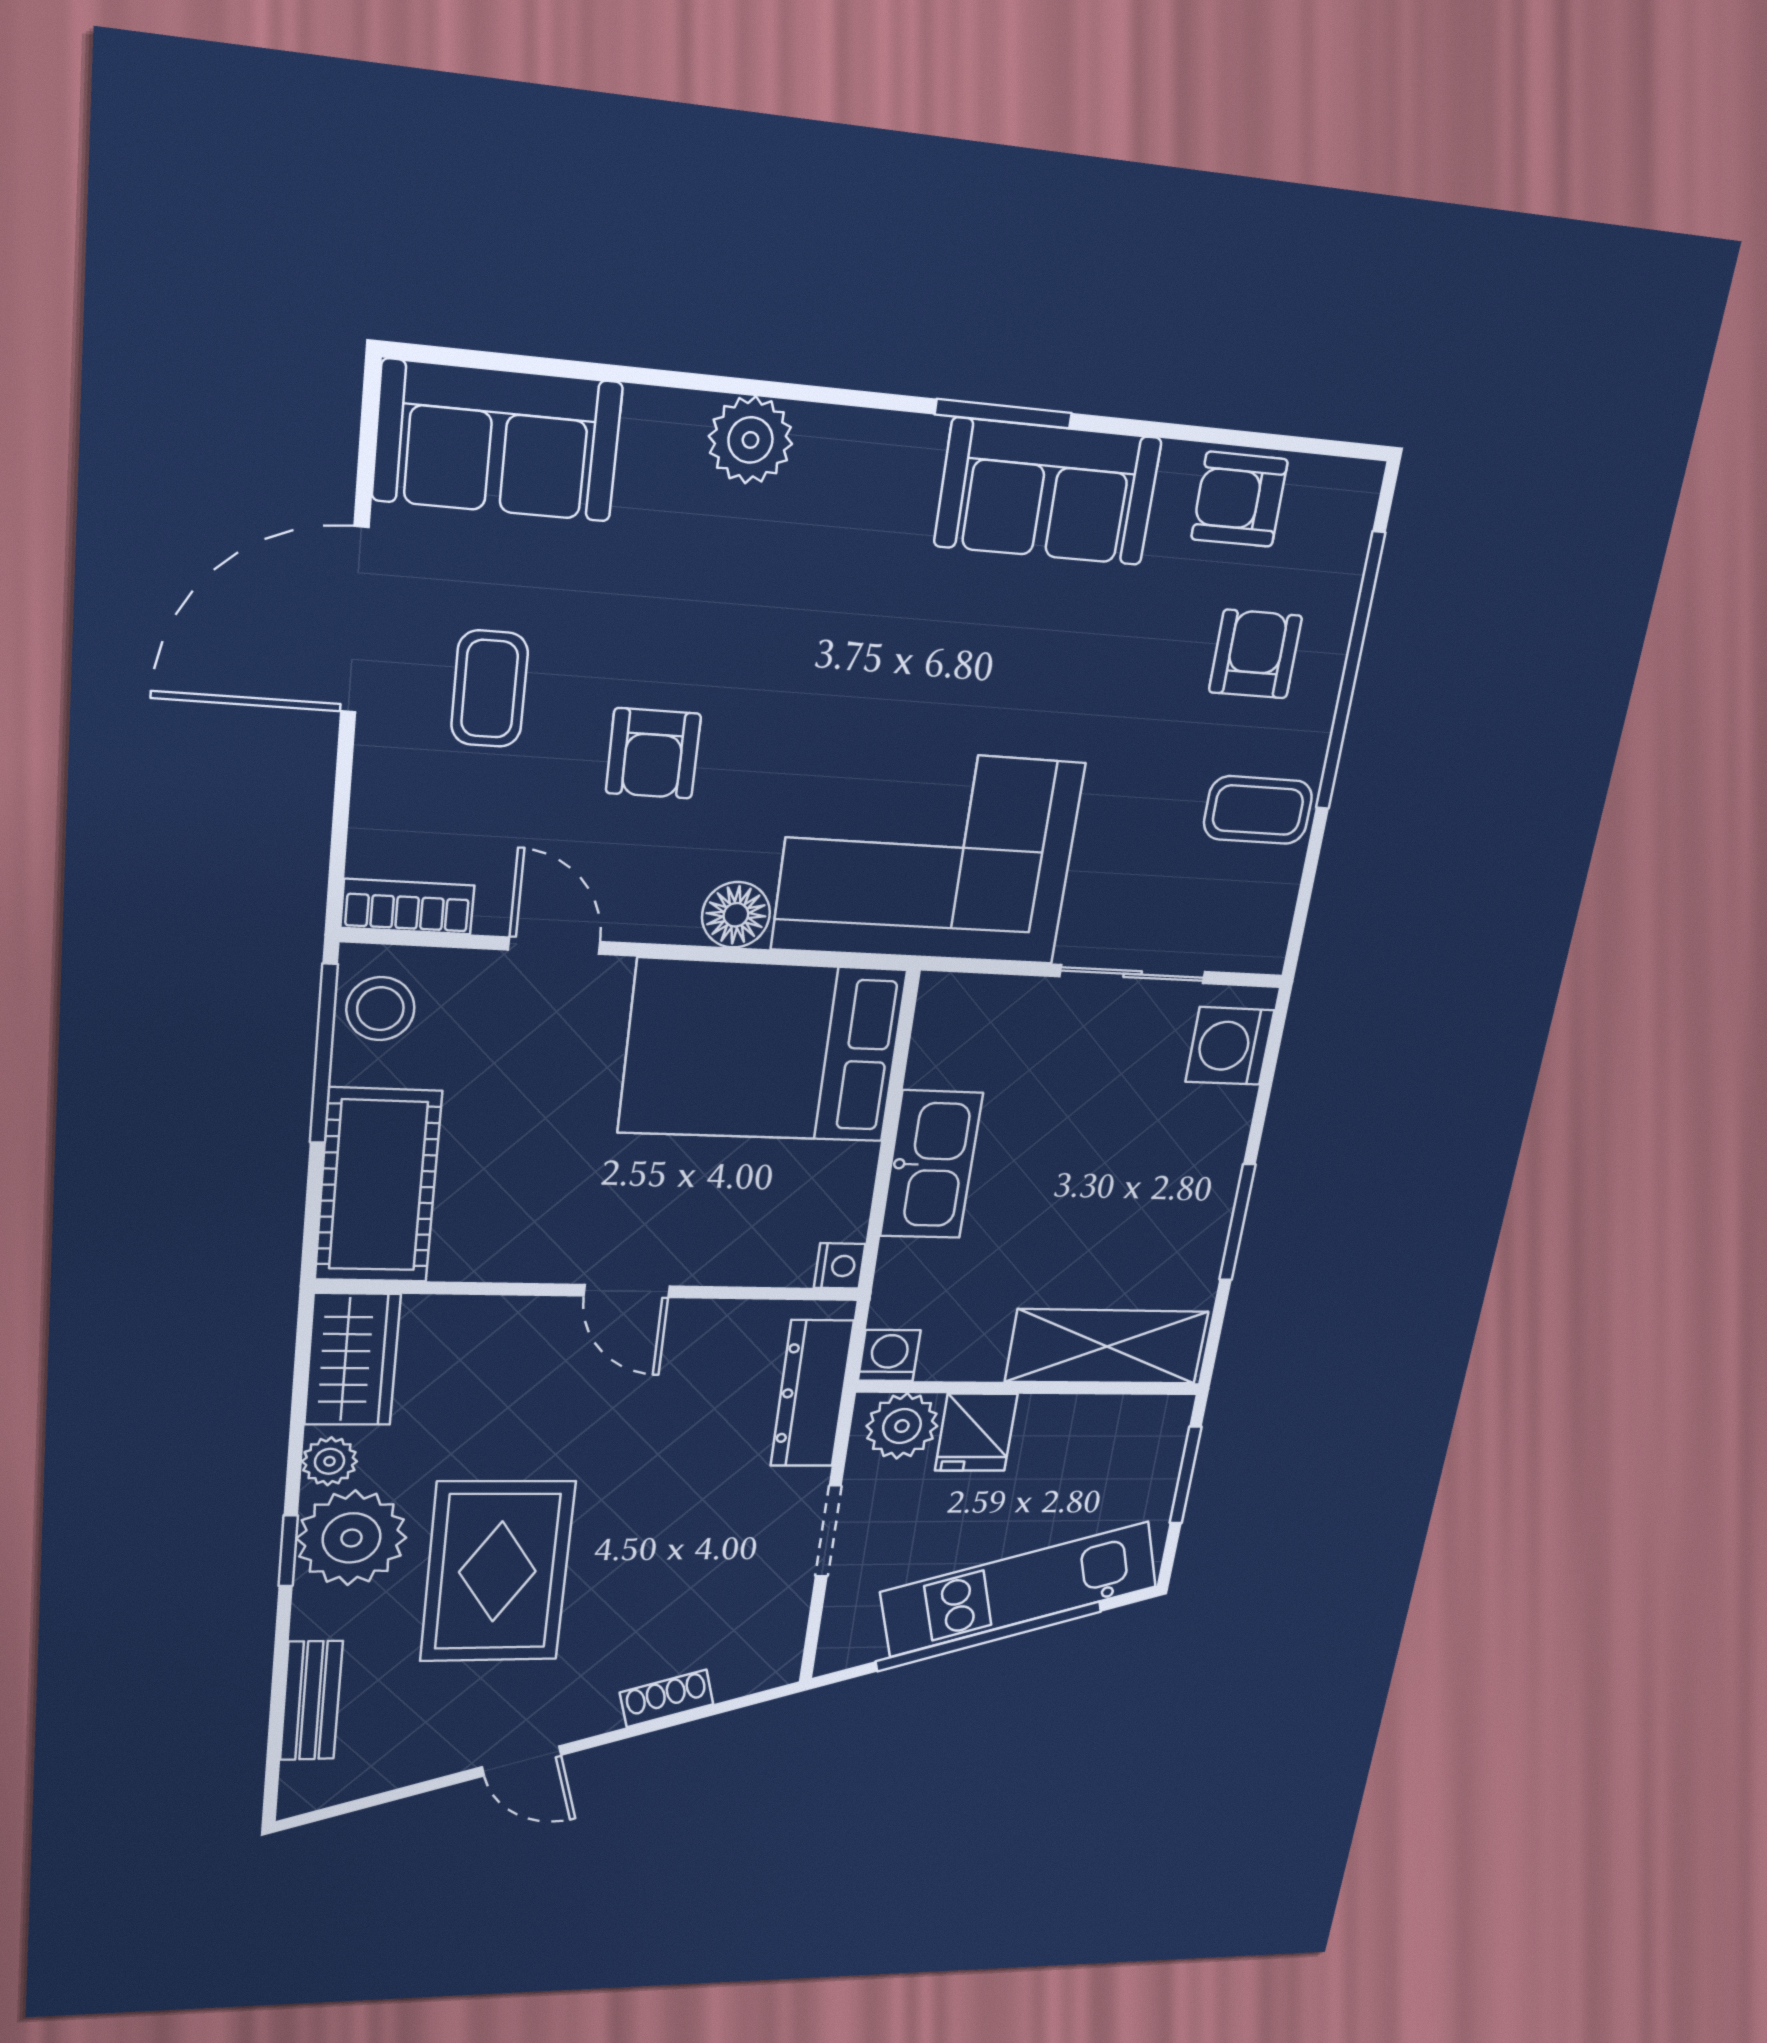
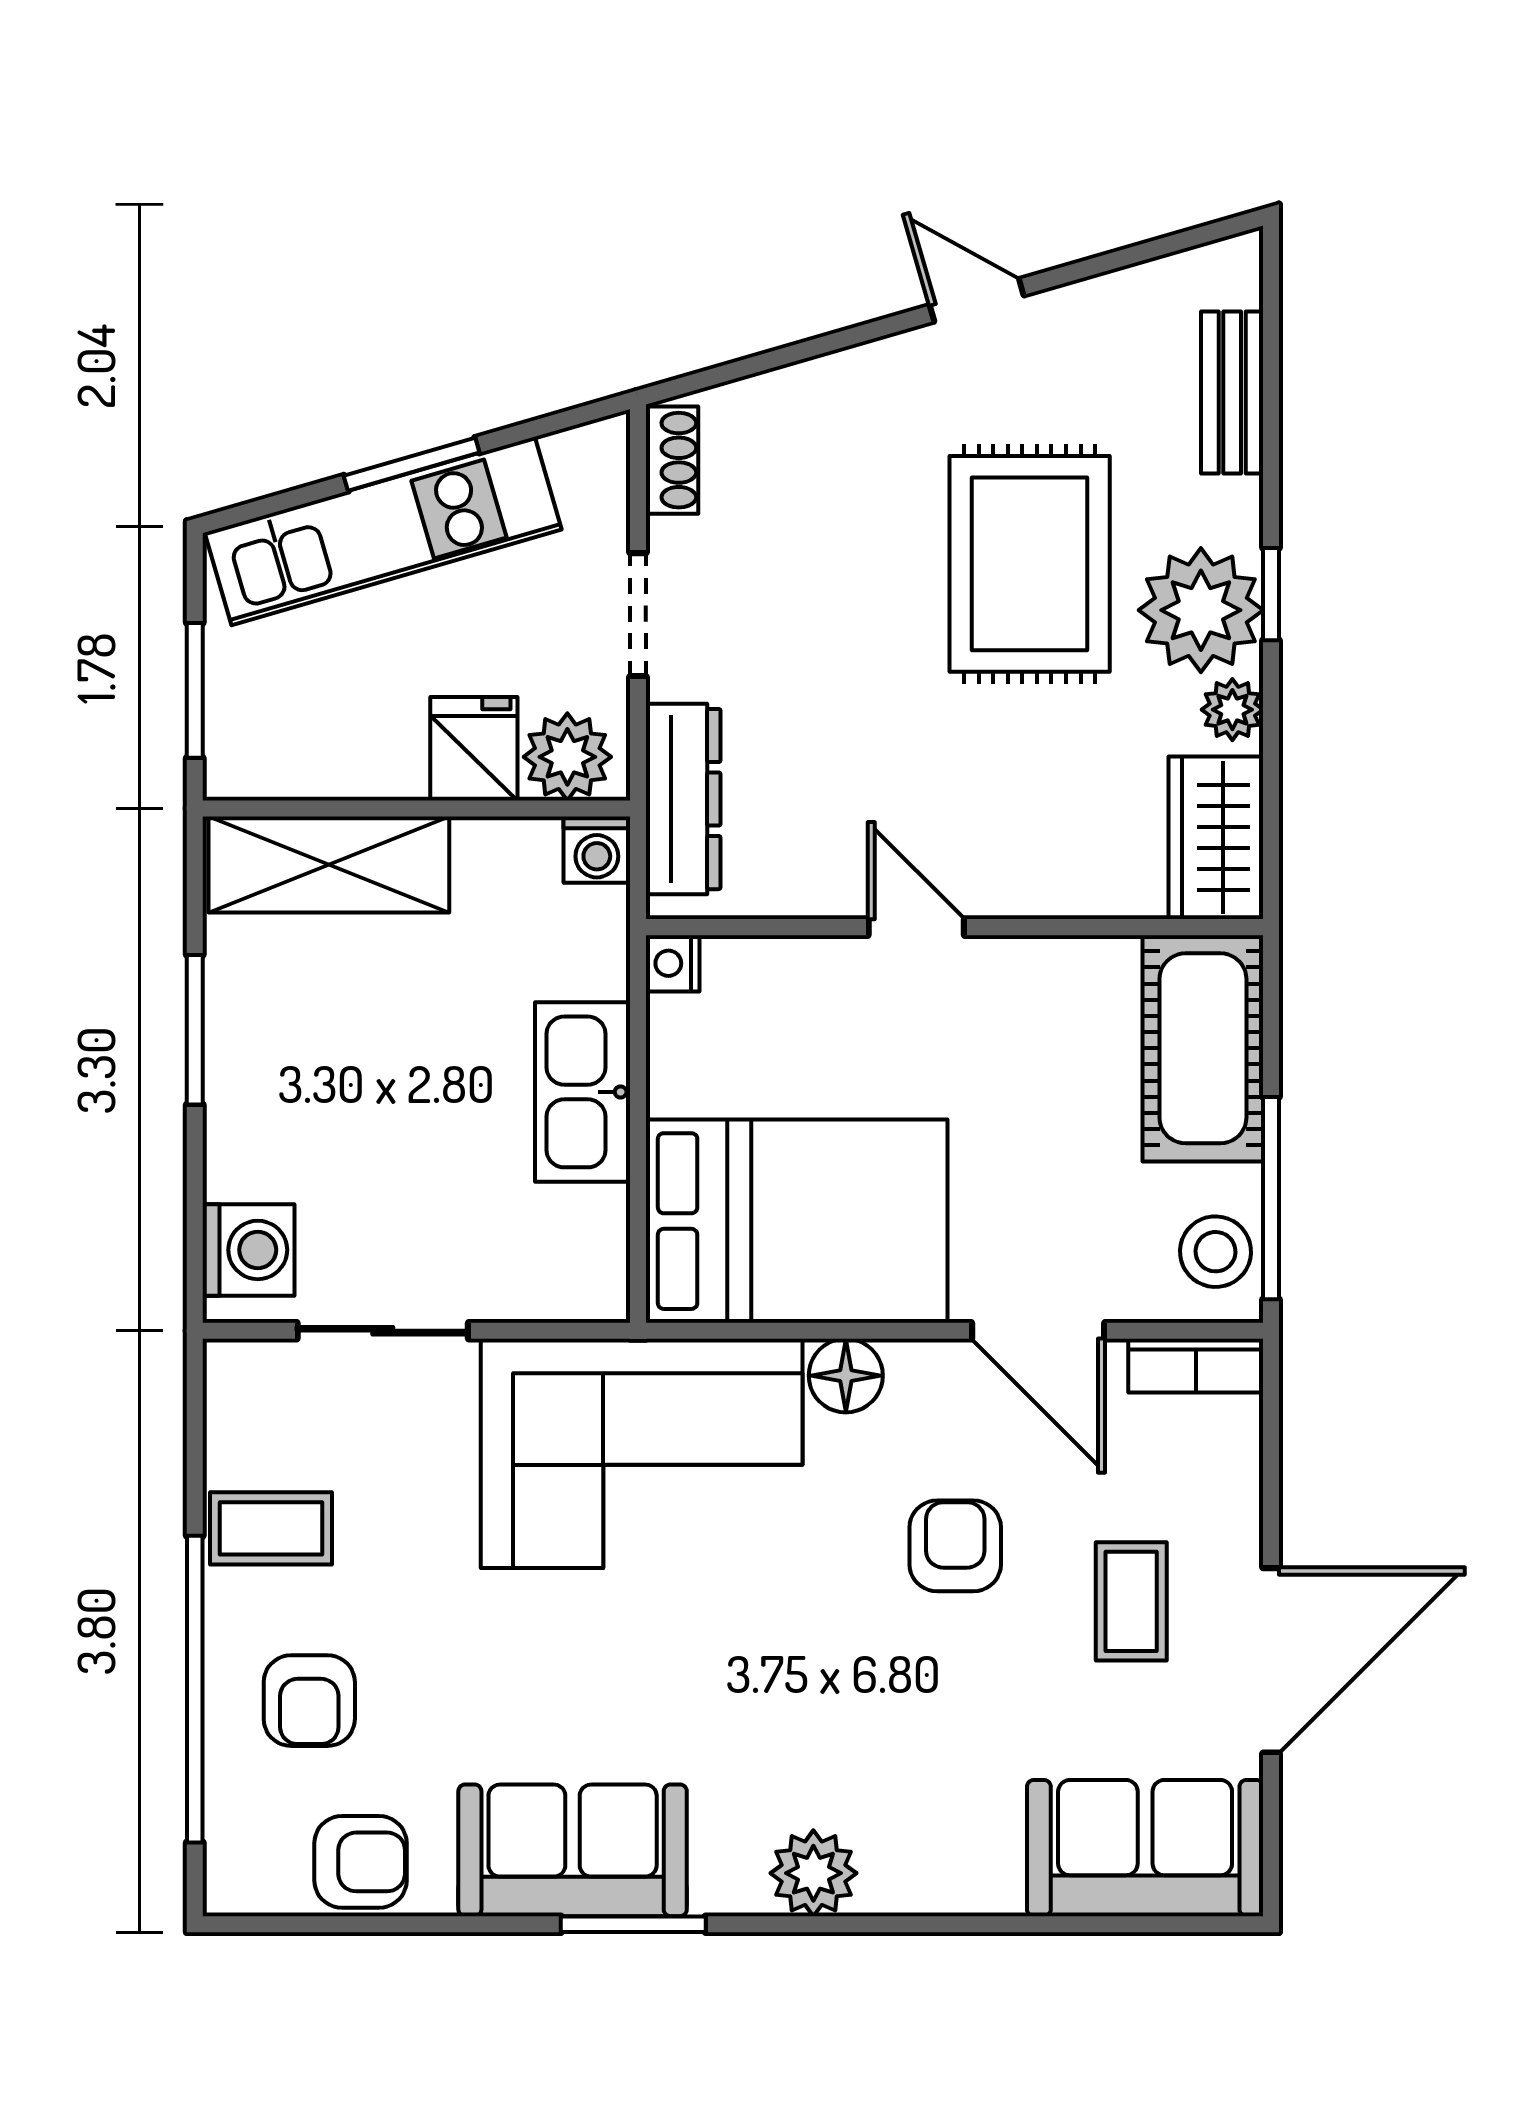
plant: (750, 440) -> (813, 1873), moved
door: (554, 946) -> (1038, 1331), width x1.38
window: (989, 1636) -> (412, 464), width x0.47
shoe rack: (667, 1698) -> (672, 460), moved, turned -74

